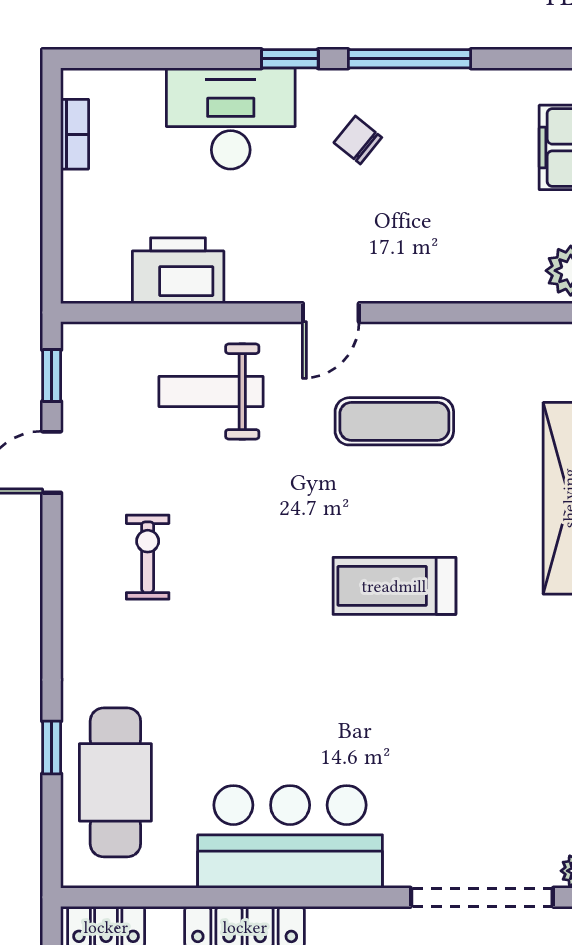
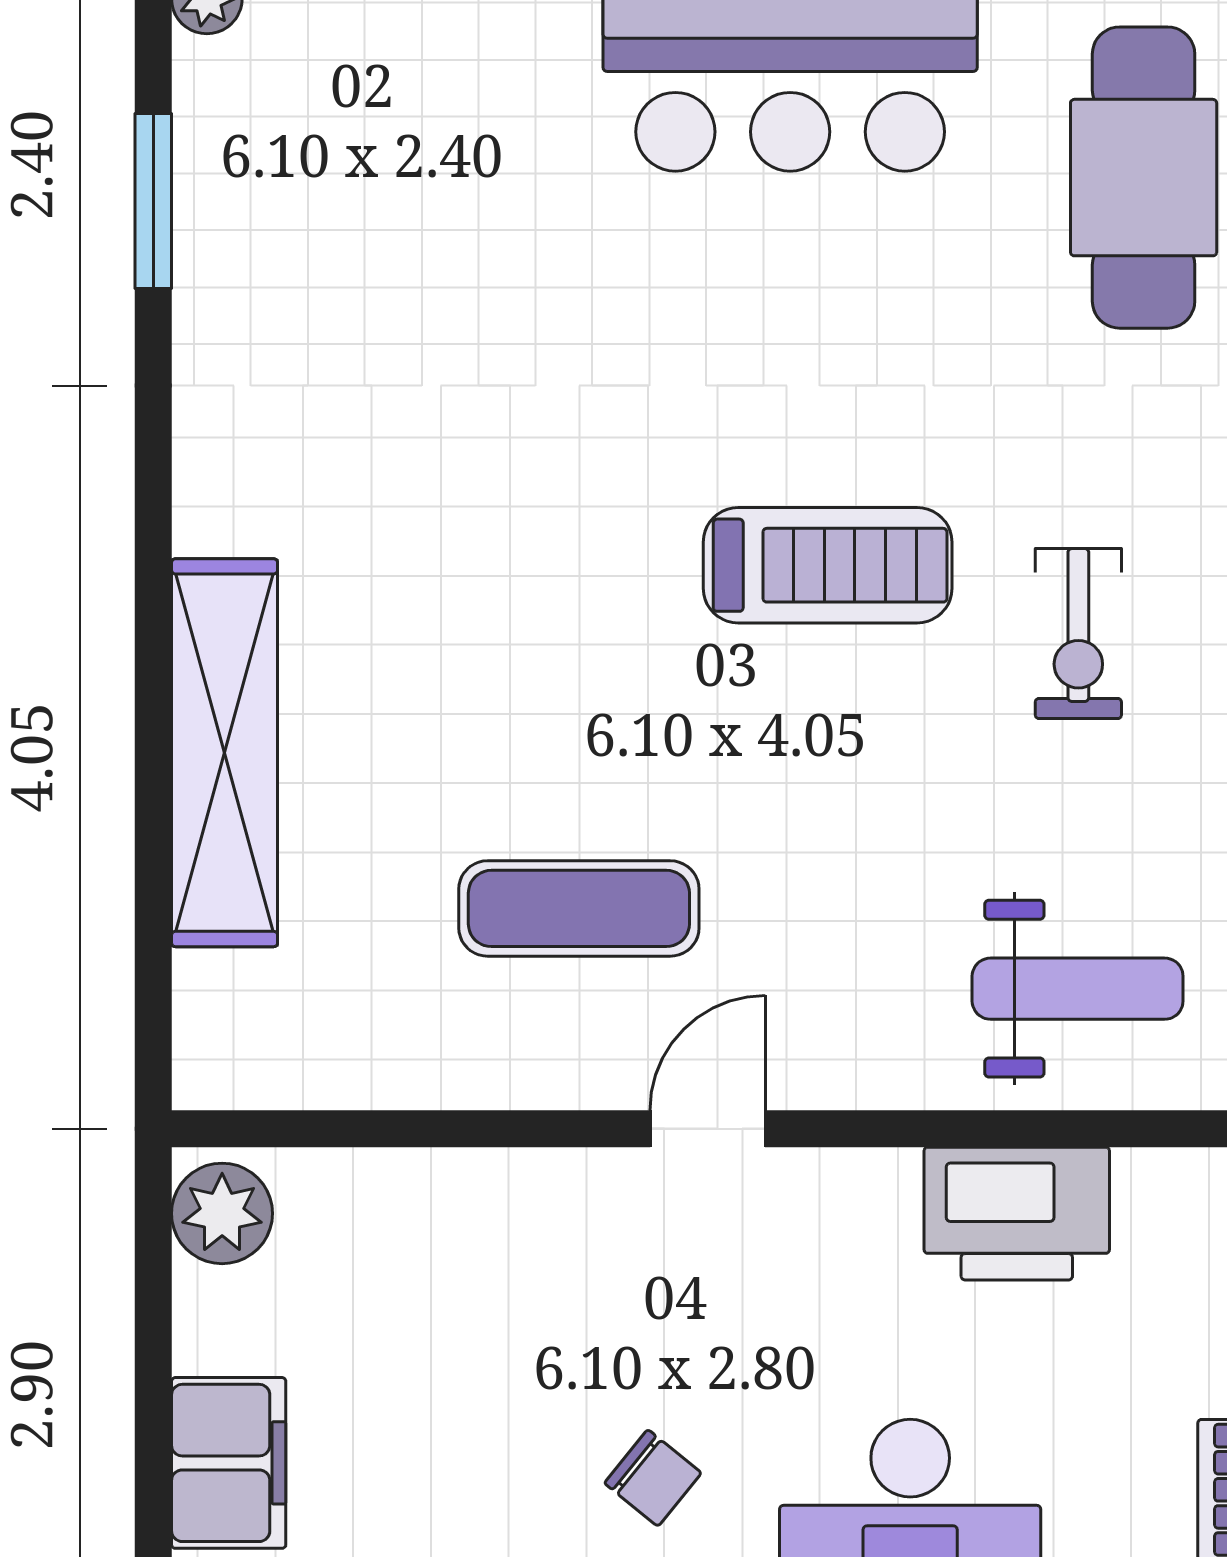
weight bench: (211, 392) -> (1078, 989), moved
treadmill: (394, 586) -> (828, 565), moved

